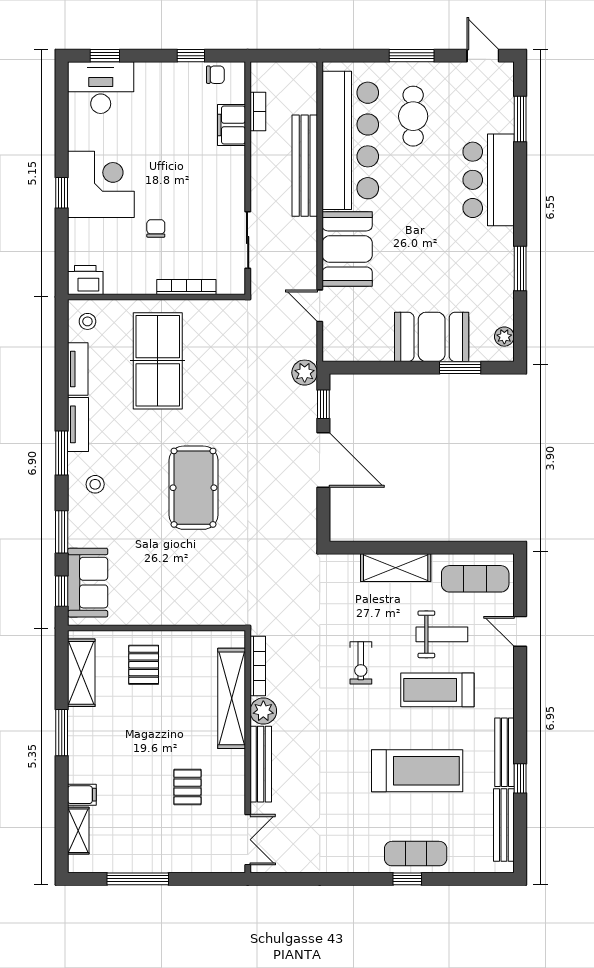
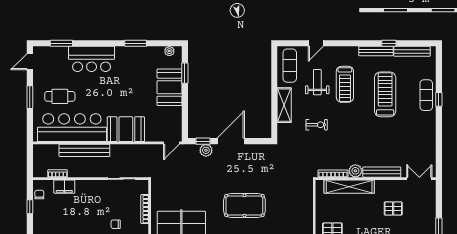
door: (320, 306) -> (171, 143), moved
plant: (305, 373) -> (206, 150), moved
exercise bike: (361, 663) -> (317, 125), moved

